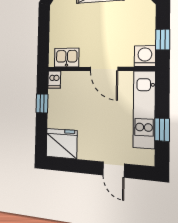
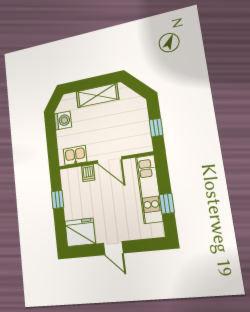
washing machine: (145, 56) -> (63, 120), moved, turned 90
dishwasher: (54, 80) -> (88, 173), moved
door: (114, 170) -> (113, 248), moved

